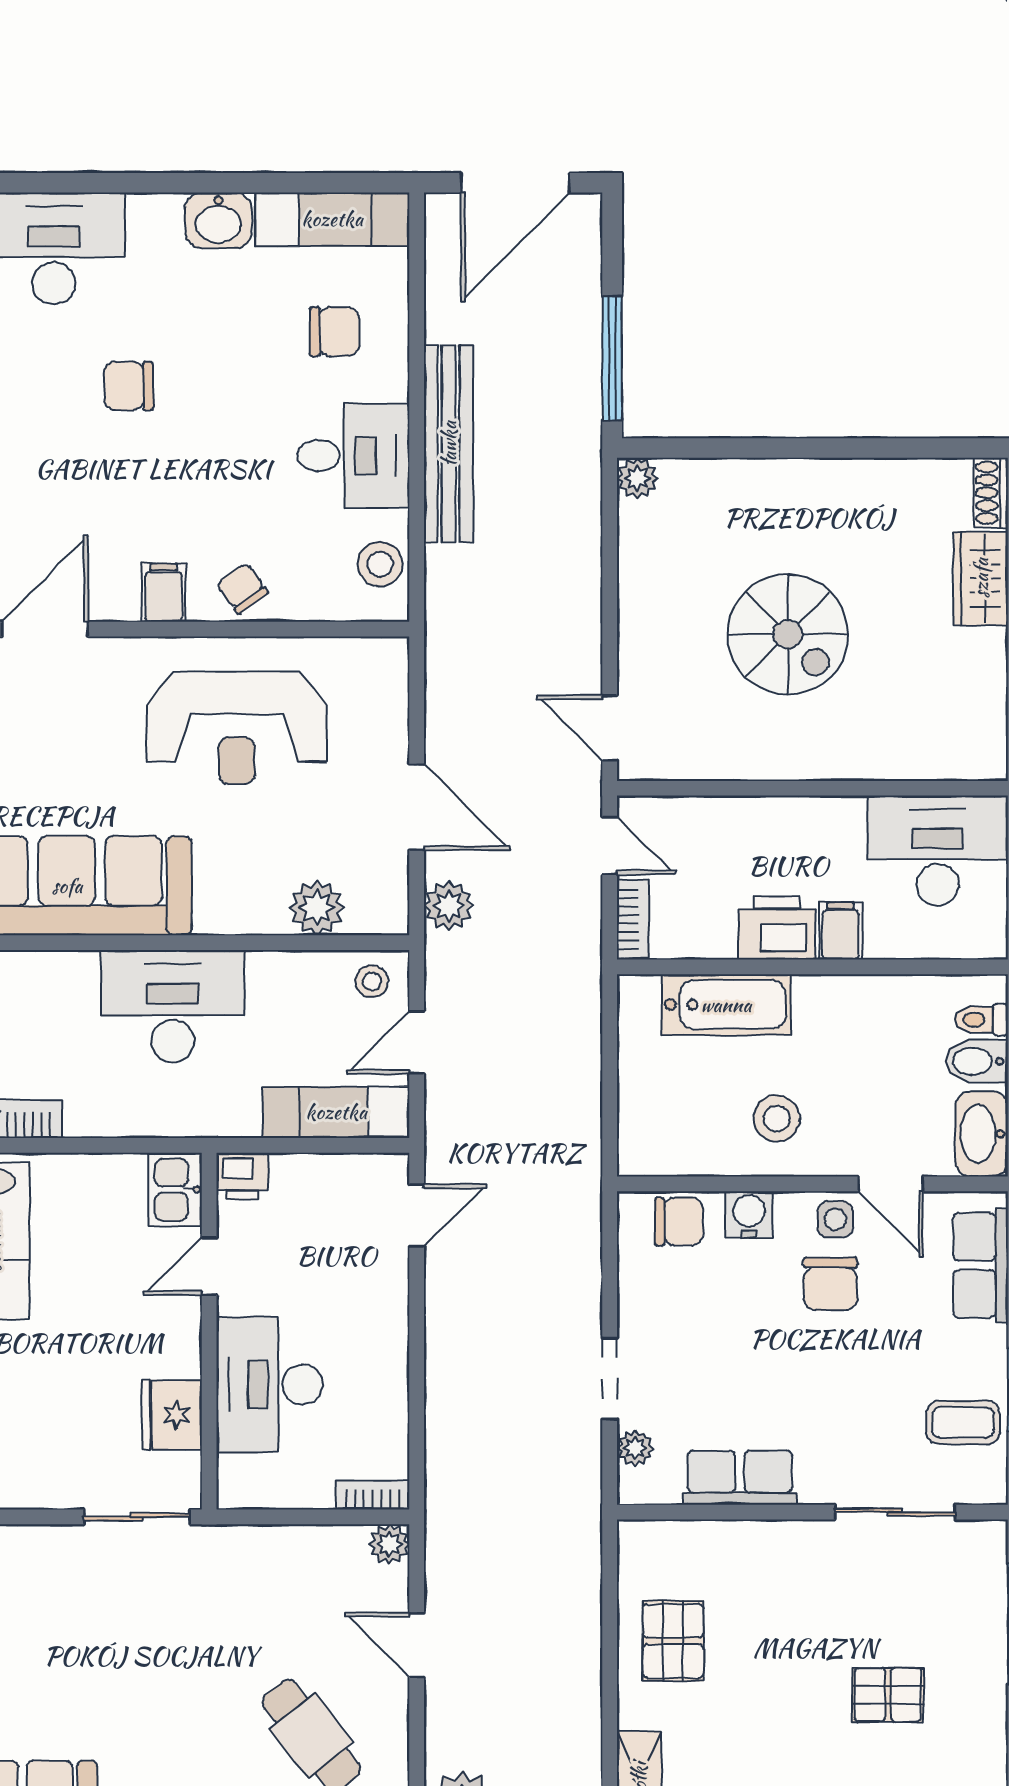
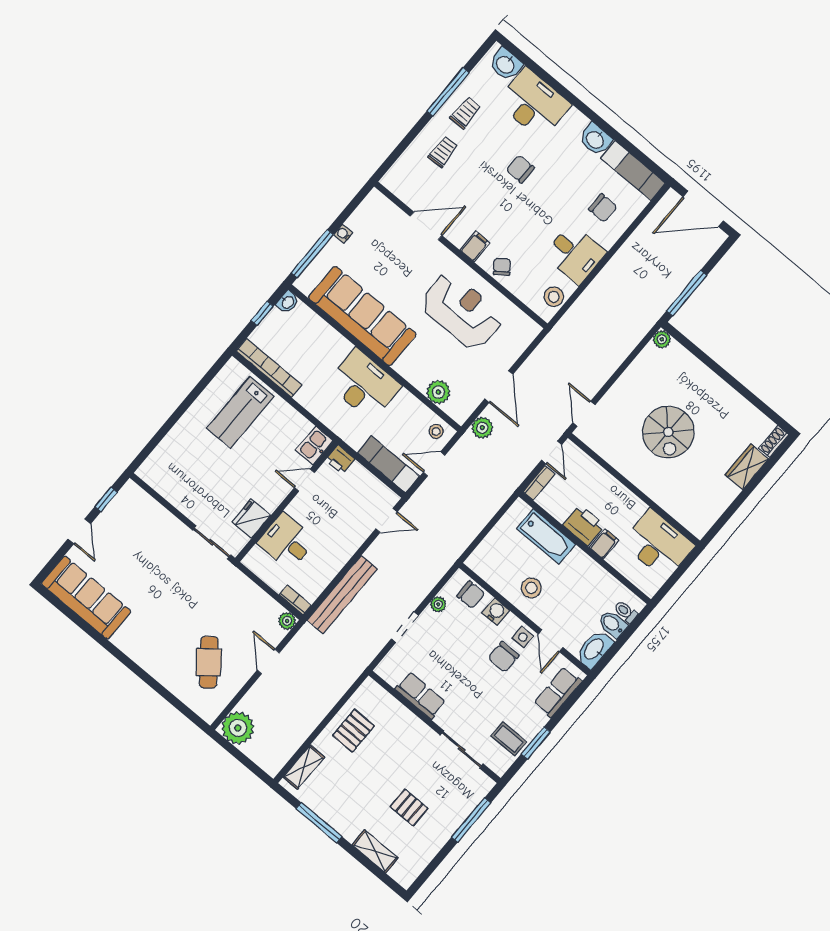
bench: (449, 444) -> (342, 594), moved
reception desk: (237, 728) -> (462, 311), turned 180
desk: (270, 1385) -> (287, 542), width x0.73
plant: (635, 1448) -> (438, 604), moved

